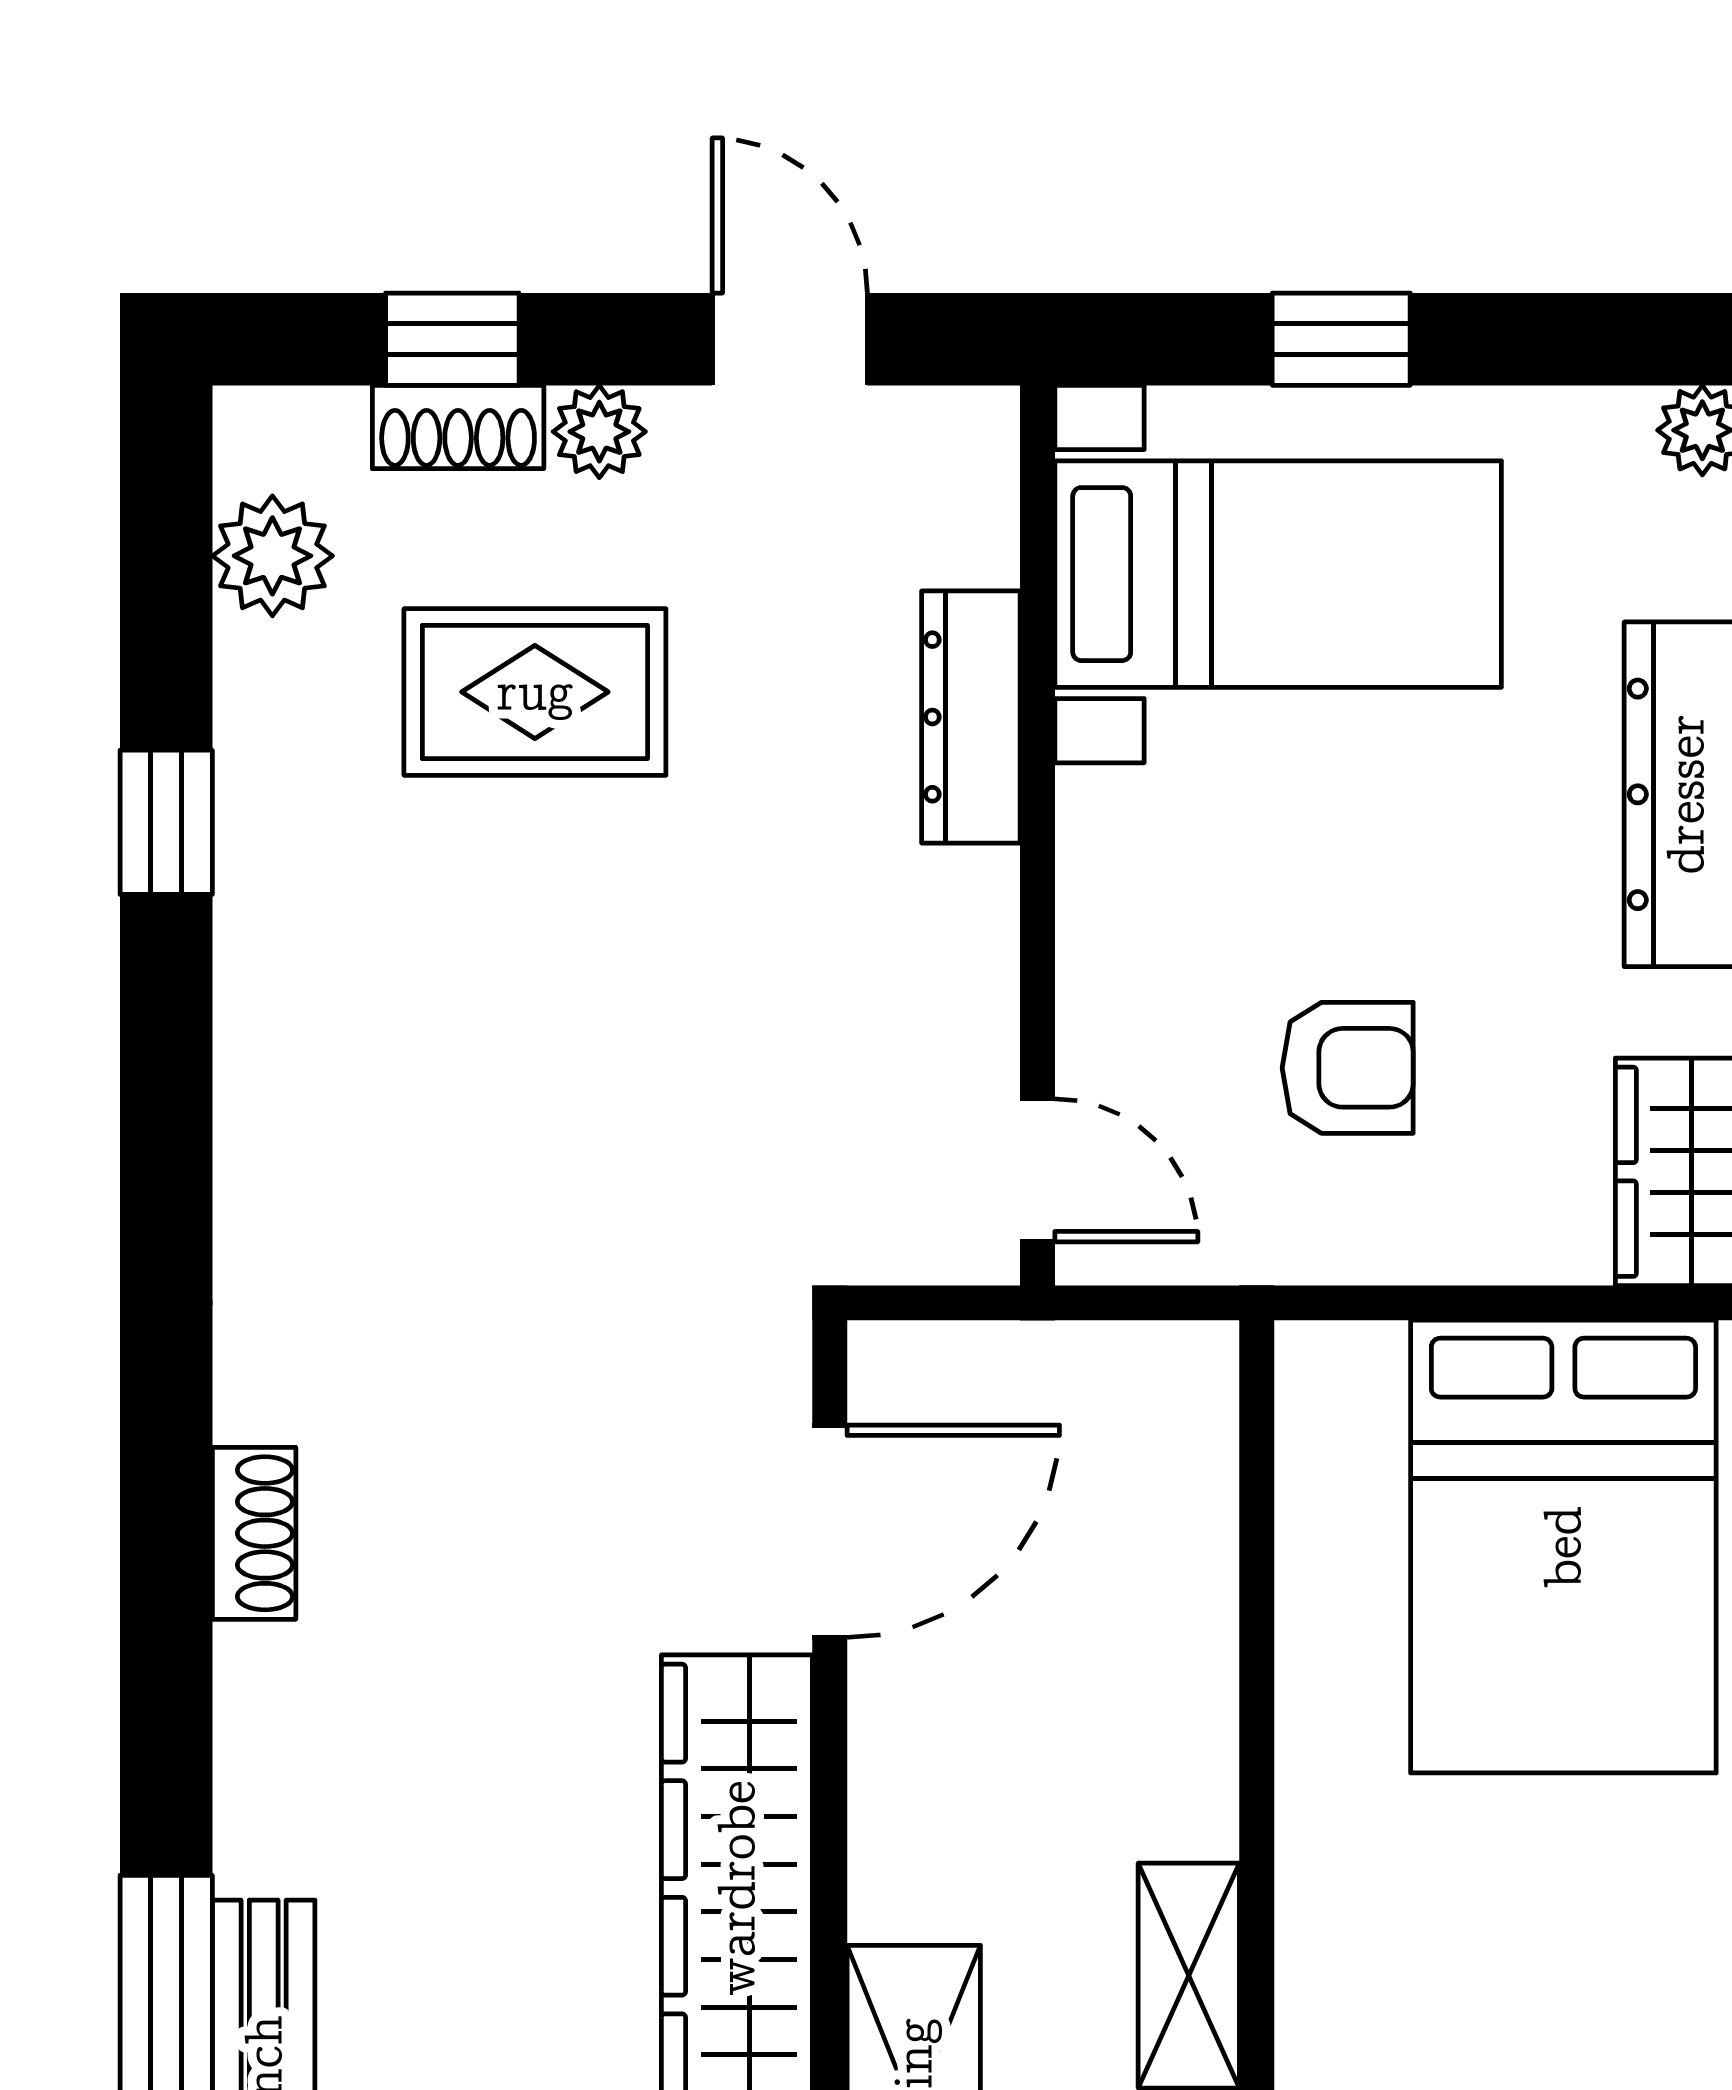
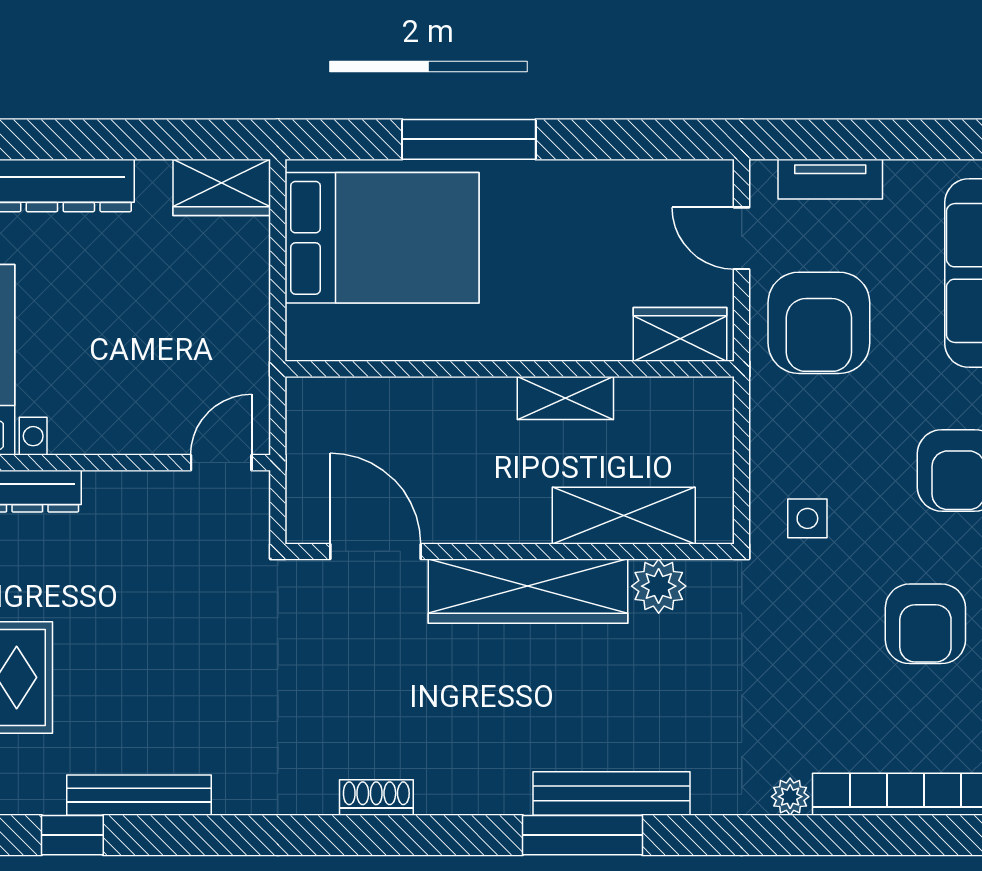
bench: (260, 978) -> (139, 795), added
armchair: (1348, 1068) -> (177, 330), removed

